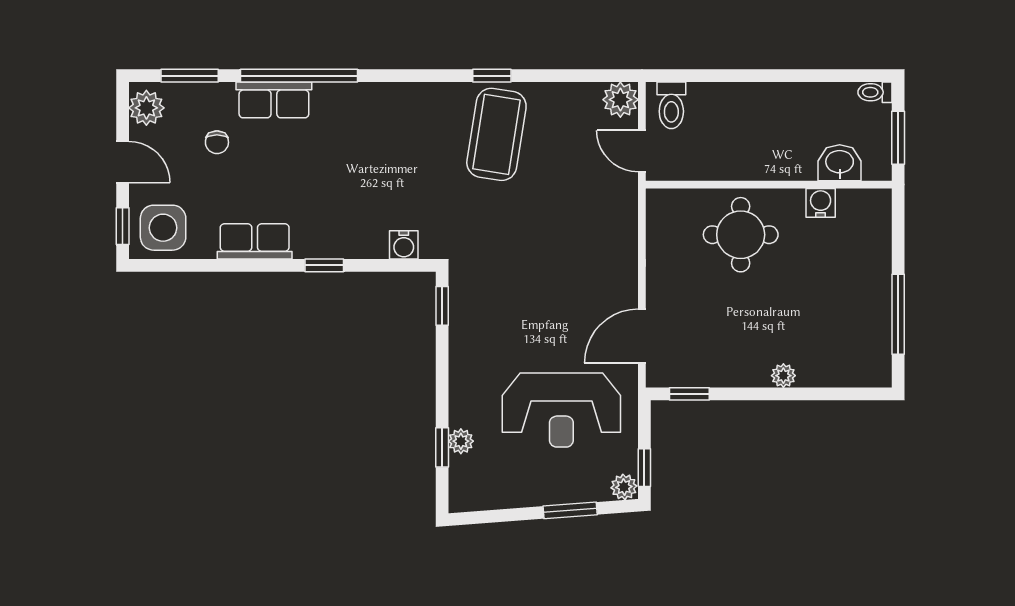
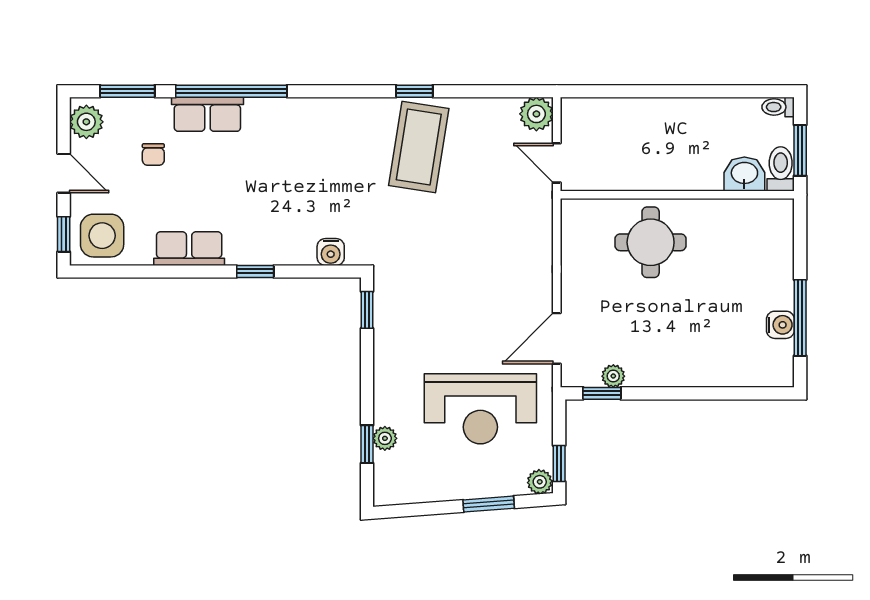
toilet: (671, 105) -> (781, 169), moved, turned 180
water cooler: (821, 203) -> (780, 325), moved, turned 90
plant: (783, 376) -> (613, 376), moved

